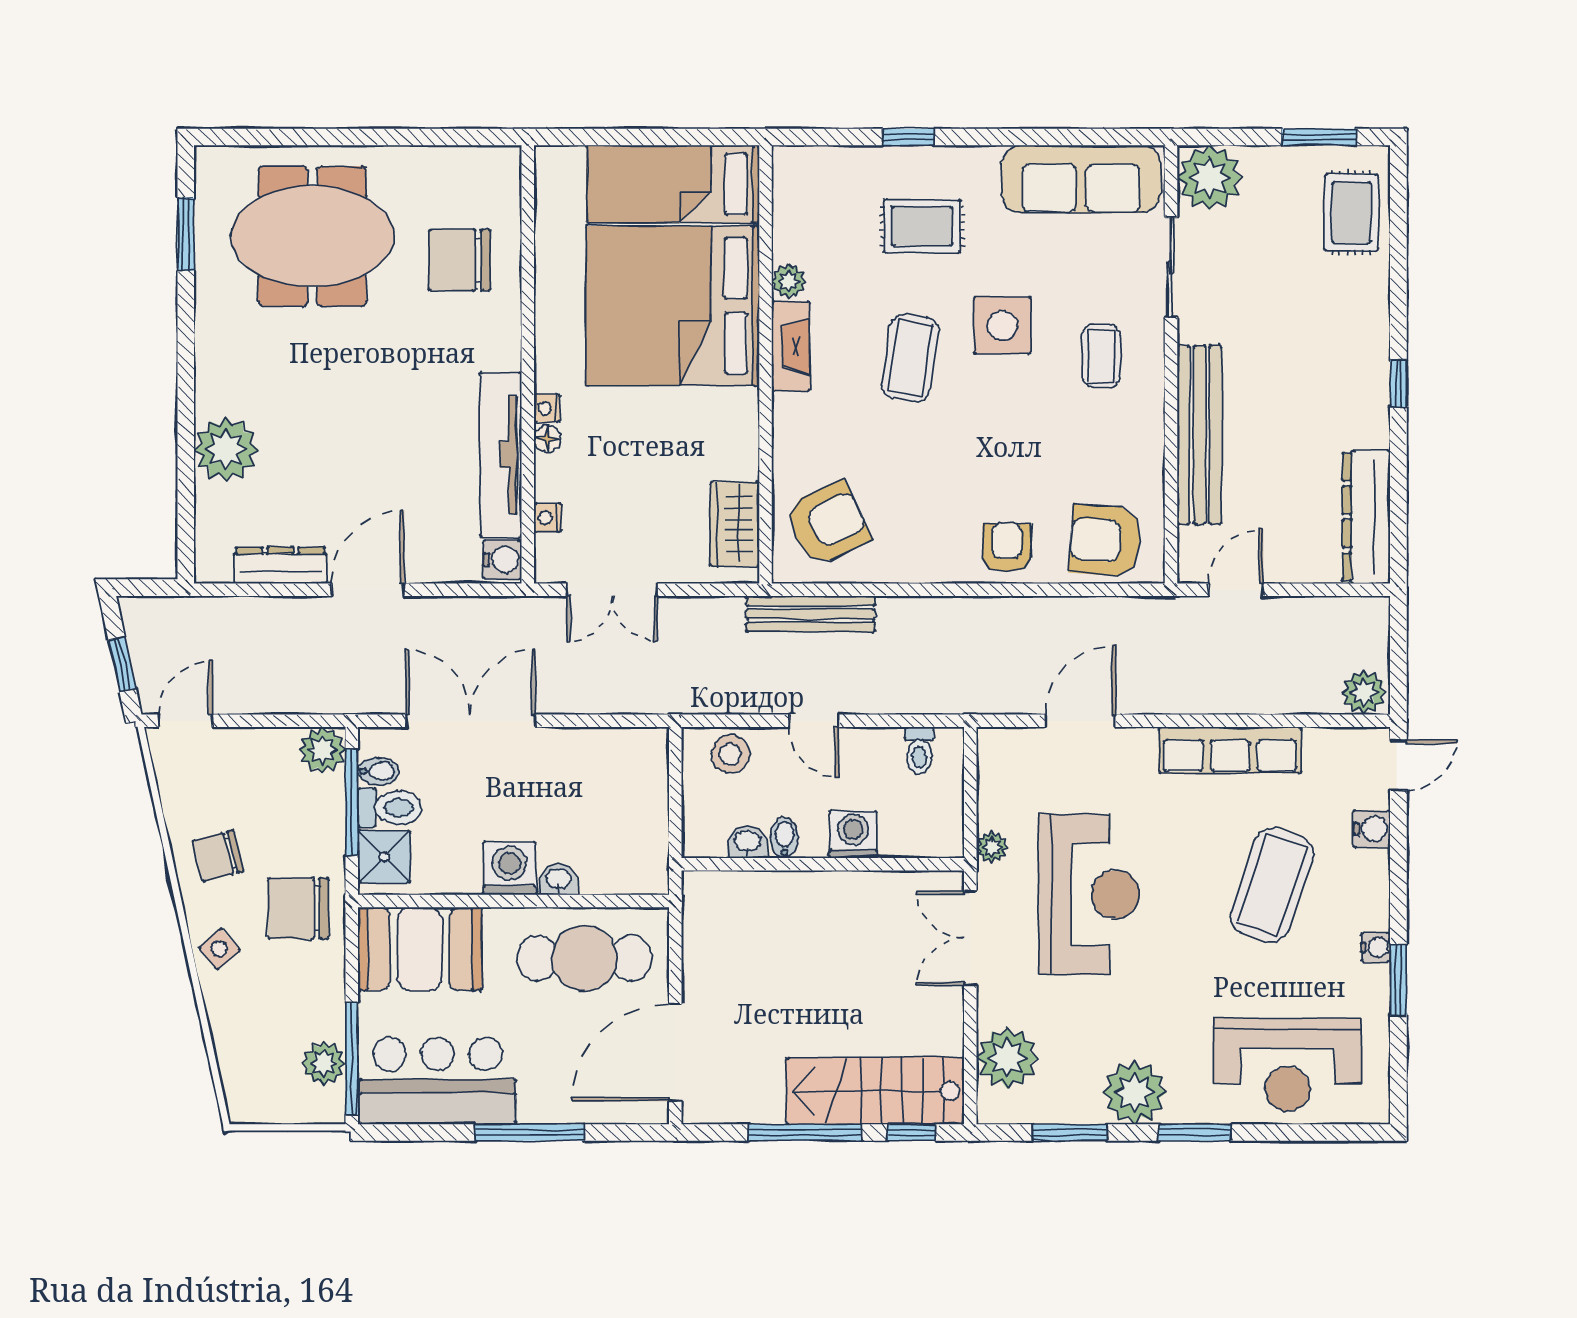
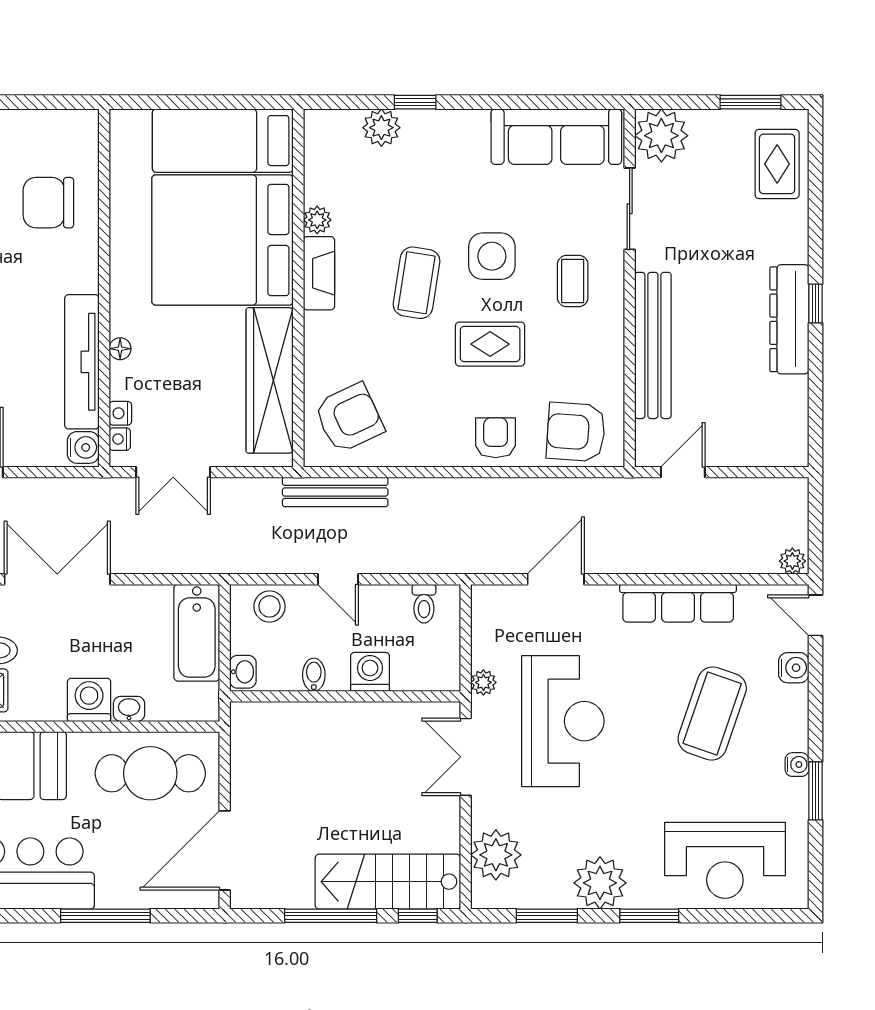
plant: (867, 168) -> (381, 128), added
rug: (922, 226) -> (490, 344), moved
nightstand: (547, 408) -> (120, 439), moved
dresser: (1366, 517) -> (789, 319), moved
wardrobe: (735, 524) -> (270, 380), width x2.10, depth x1.17
plant: (1364, 692) -> (792, 561), width x0.73, depth x0.73
door: (1398, 765) -> (816, 615), swing flipped
bathtub: (641, 786) -> (197, 633), added
washbasin: (747, 842) -> (243, 672), moved, turned 90

